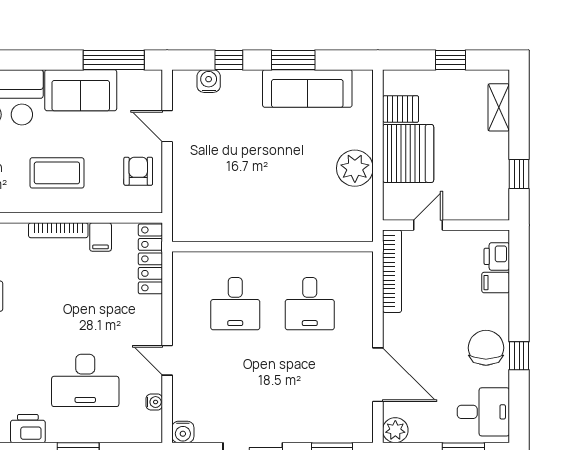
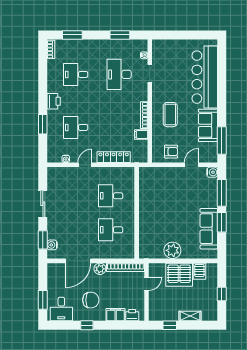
window: (229, 60) -> (222, 193), width x2.17
water cooler: (209, 81) -> (212, 172), moved
shelving: (499, 107) -> (190, 316), moved
door: (428, 225) -> (146, 284), hinge flipped
locker: (150, 259) -> (114, 157), moved
filing cabinet: (496, 283) -> (116, 315), width x2.00
chair: (486, 348) -> (91, 300), moved
desk: (85, 380) -> (76, 127), width x0.73
plant: (395, 430) -> (100, 269), moved
water cooler: (183, 432) -> (52, 245), moved

